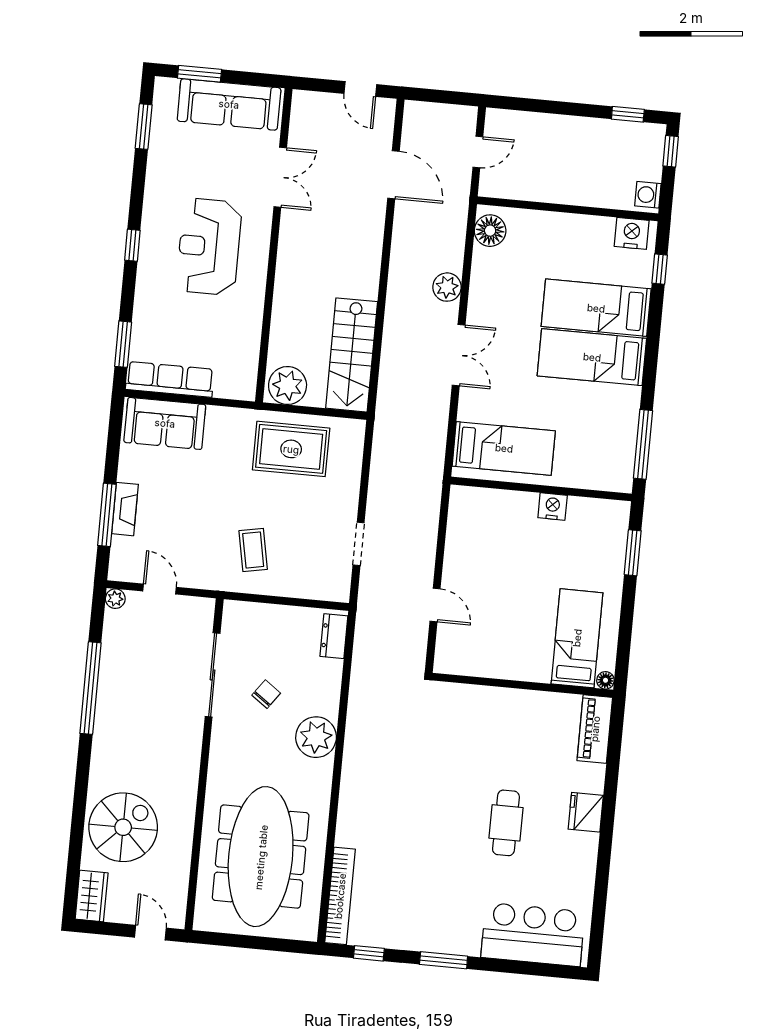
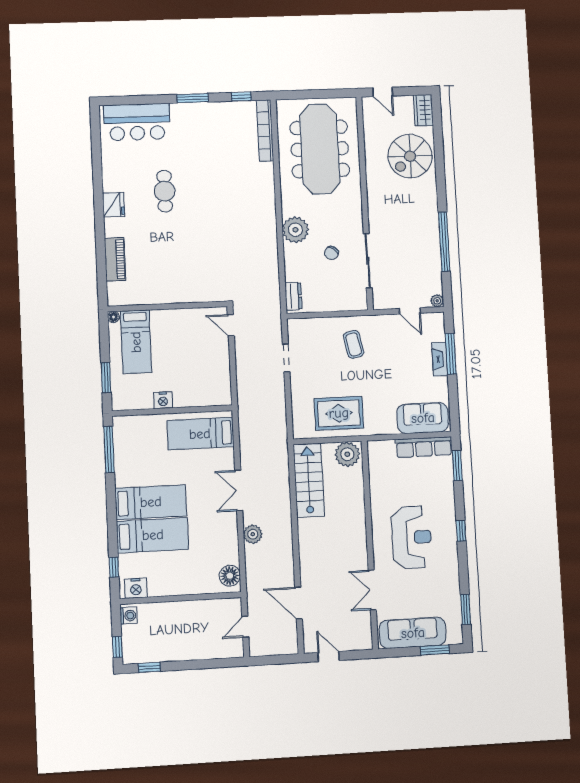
bed: (577, 638) -> (136, 342), moved
floor lamp: (605, 680) -> (113, 317), moved
wall: (523, 685) -> (167, 306), moved

